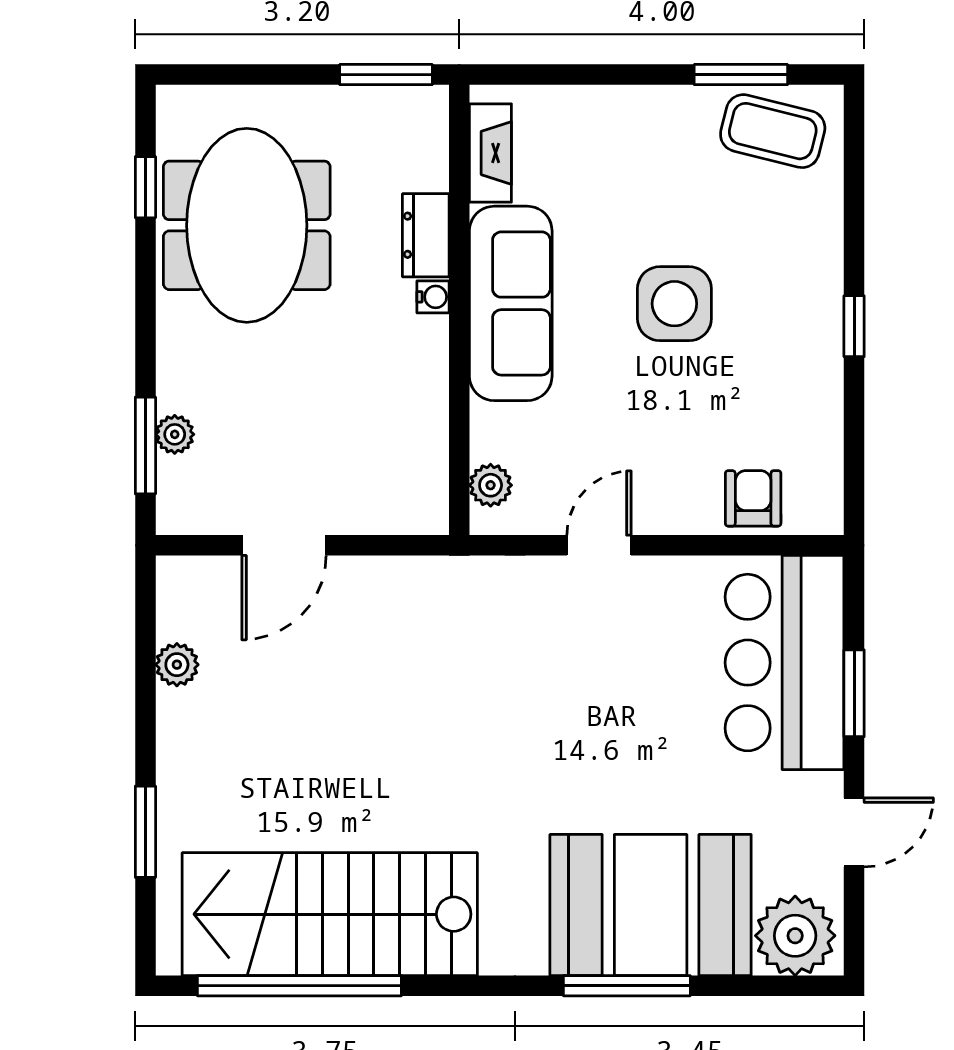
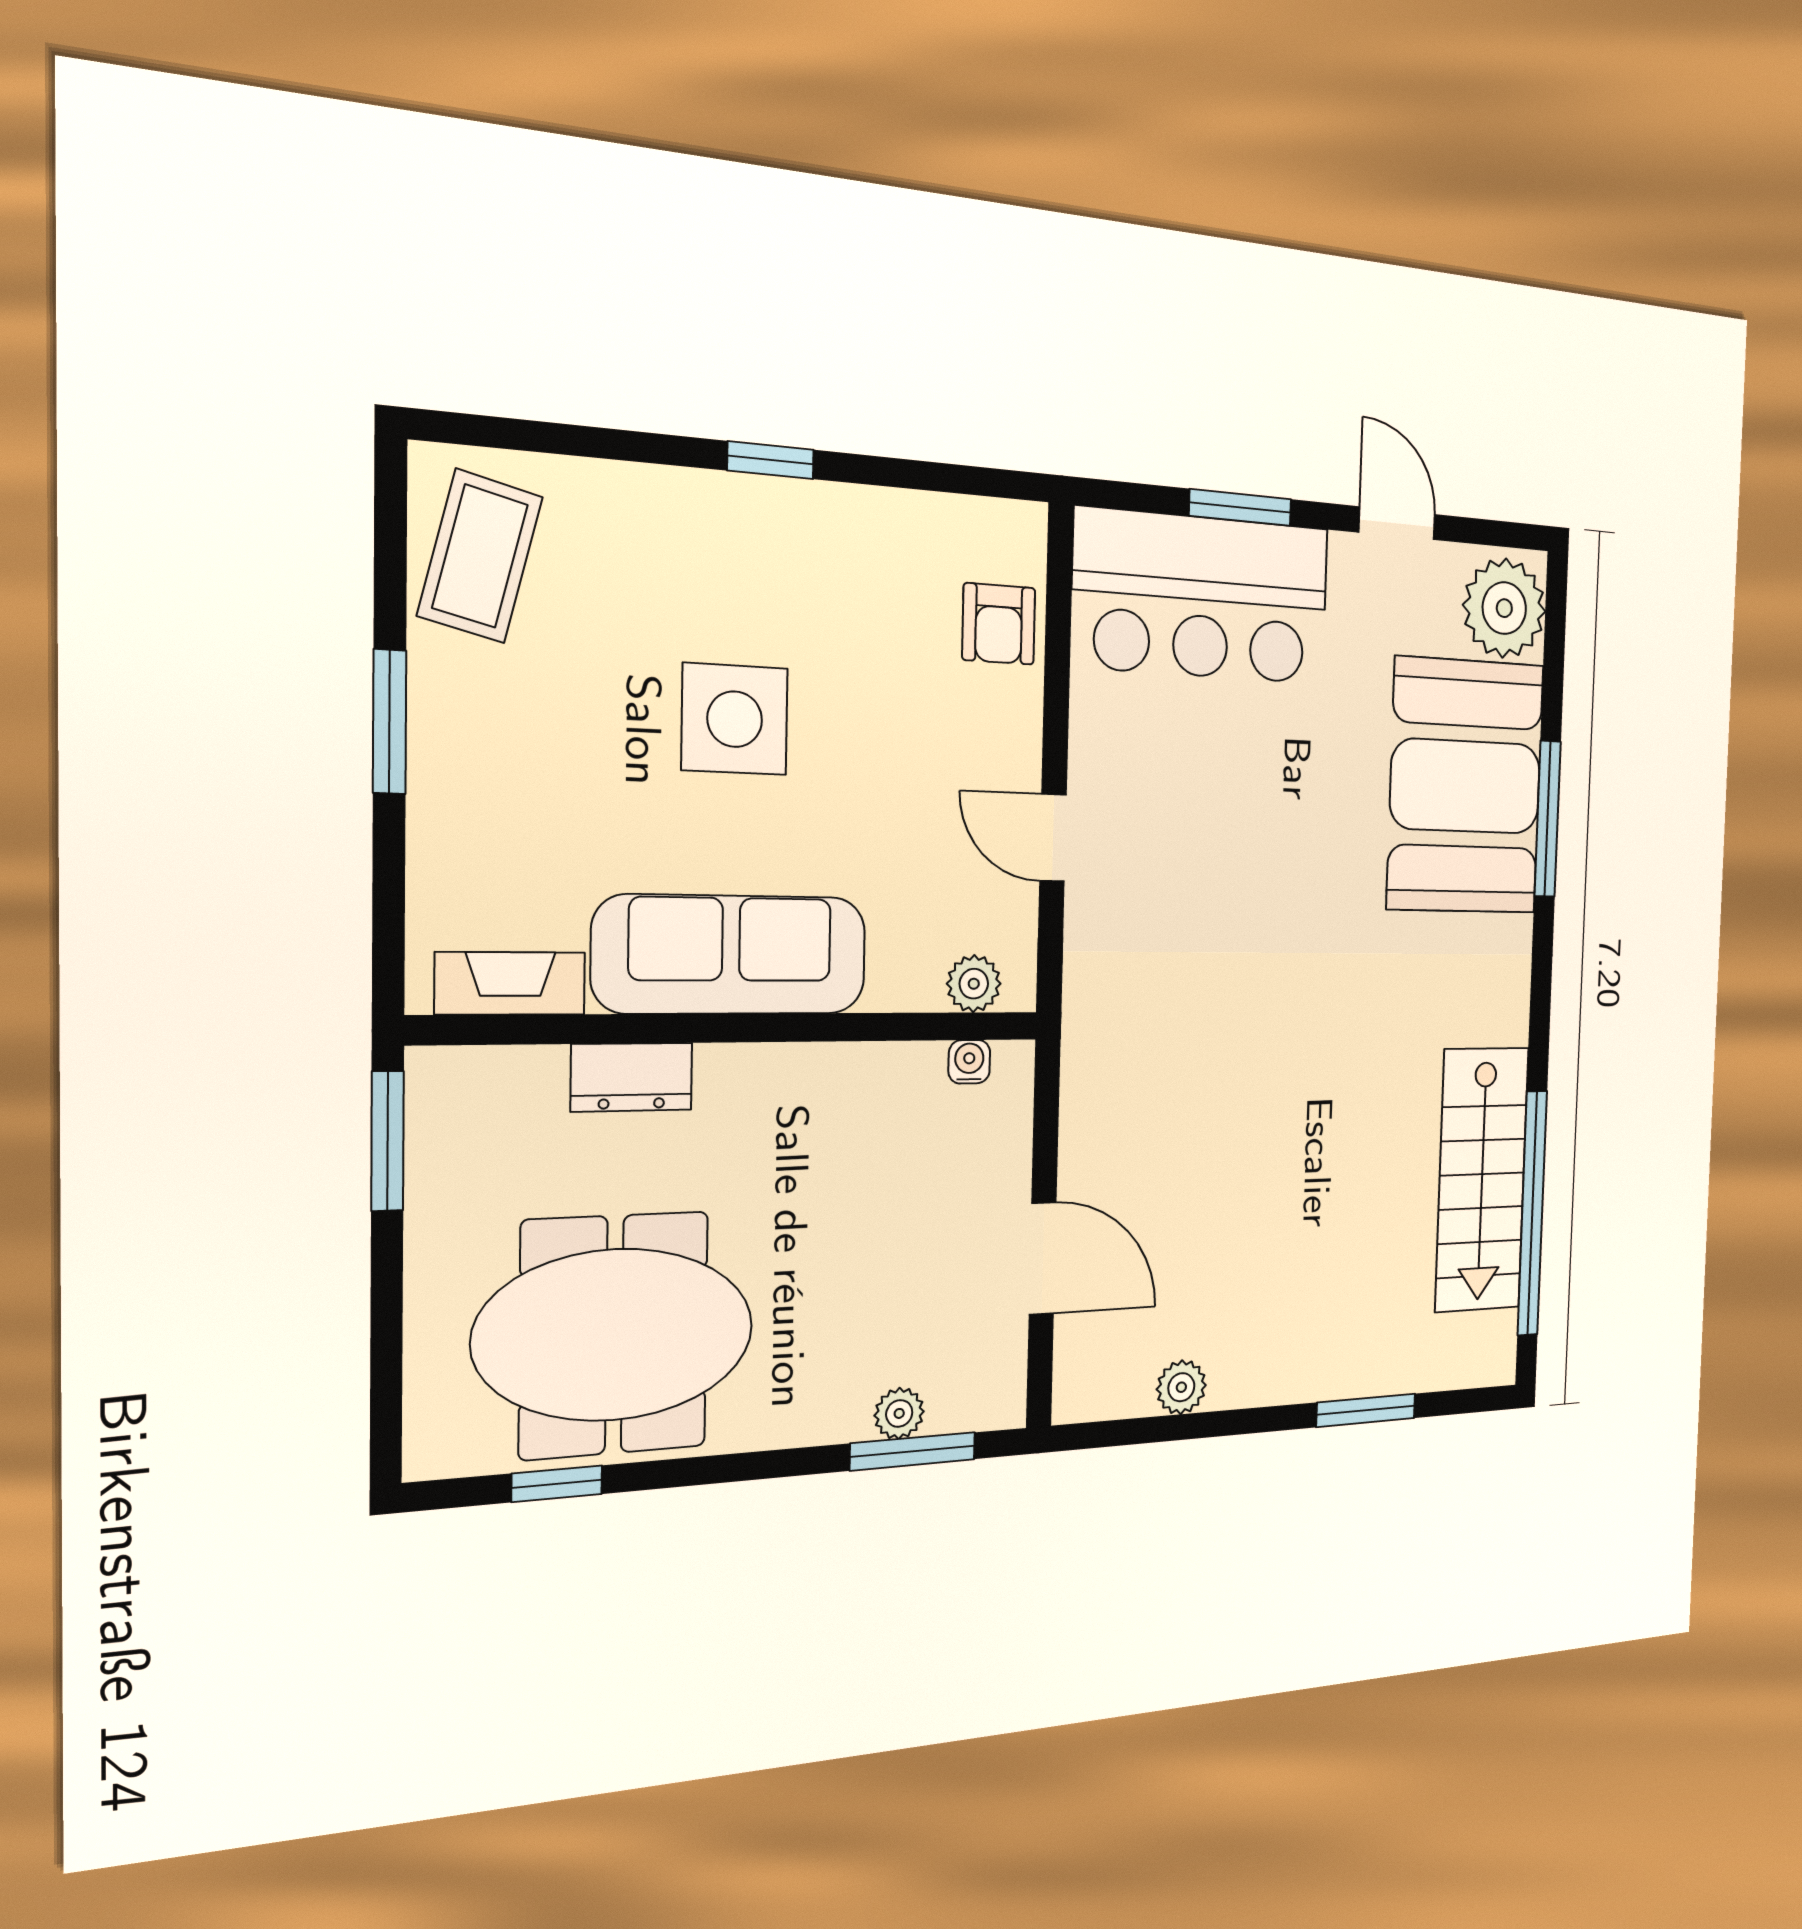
window: (741, 75) -> (390, 722), moved
water cooler: (433, 297) -> (969, 1062), moved
armchair: (753, 498) -> (999, 624), turned -90
stairs: (330, 914) -> (1482, 1179), width x0.73, depth x0.66

